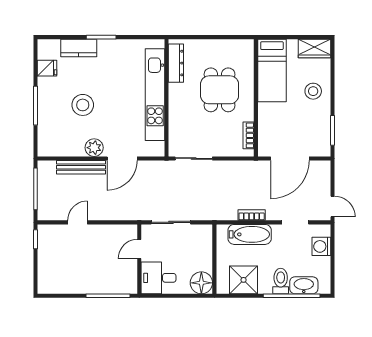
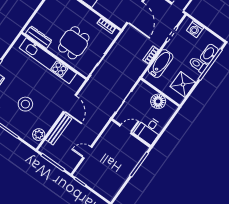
dining table: (220, 90) -> (74, 43), moved, turned 90
plant: (94, 148) -> (39, 135), moved
door: (78, 222) -> (87, 152), hinge flipped
door: (139, 249) -> (126, 129), swing flipped
floor lamp: (201, 283) -> (158, 101), moved

